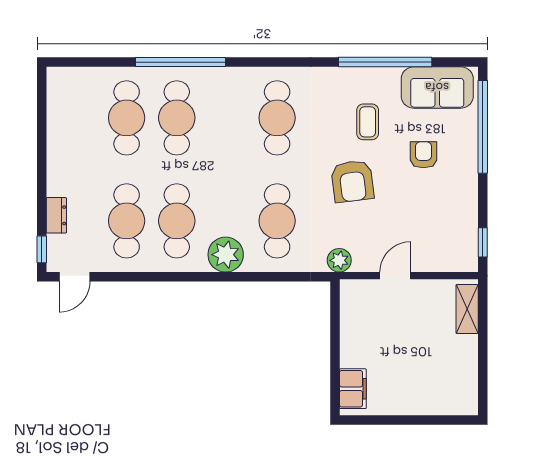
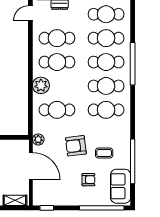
cafe table: (76, 118) -> (106, 14), added
cafe table: (227, 118) -> (106, 86), added
door: (395, 276) -> (31, 166), width x1.87
door: (74, 277) -> (30, 13), hinge flipped

